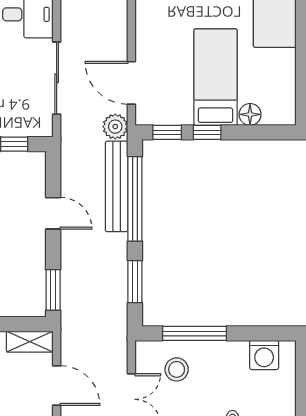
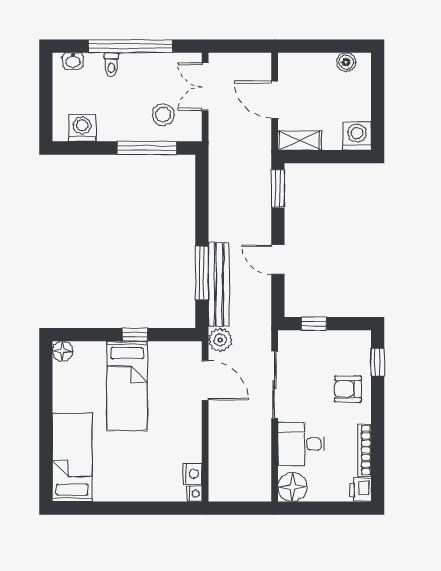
floor lamp: (250, 114) -> (62, 351), moved
window: (167, 132) -> (172, 335), removed
window: (135, 199) -> (202, 273), width x0.68
window: (135, 282) -> (202, 196), removed

